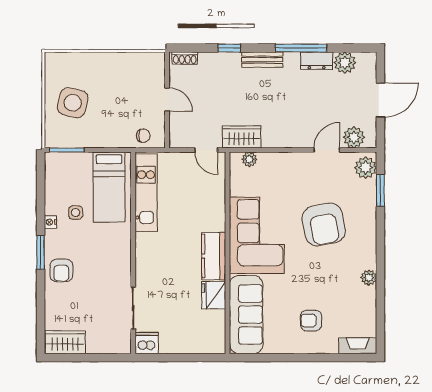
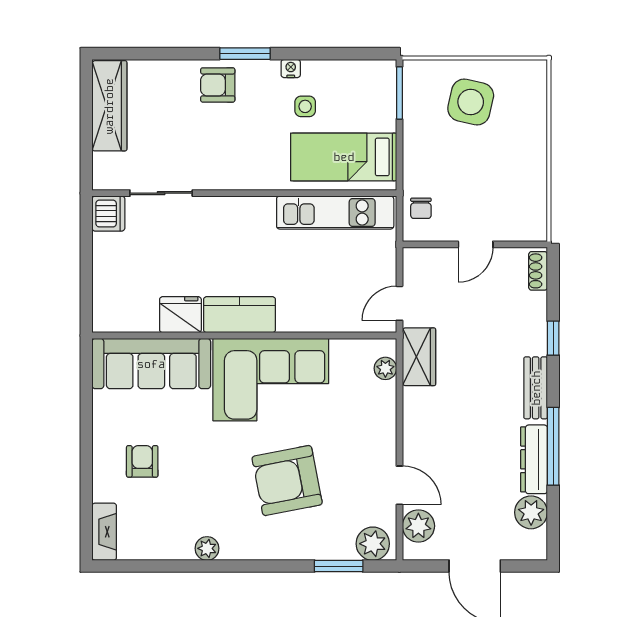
dresser: (317, 61) -> (534, 459), width x1.44
wardrobe: (65, 342) -> (109, 106), width x1.50

